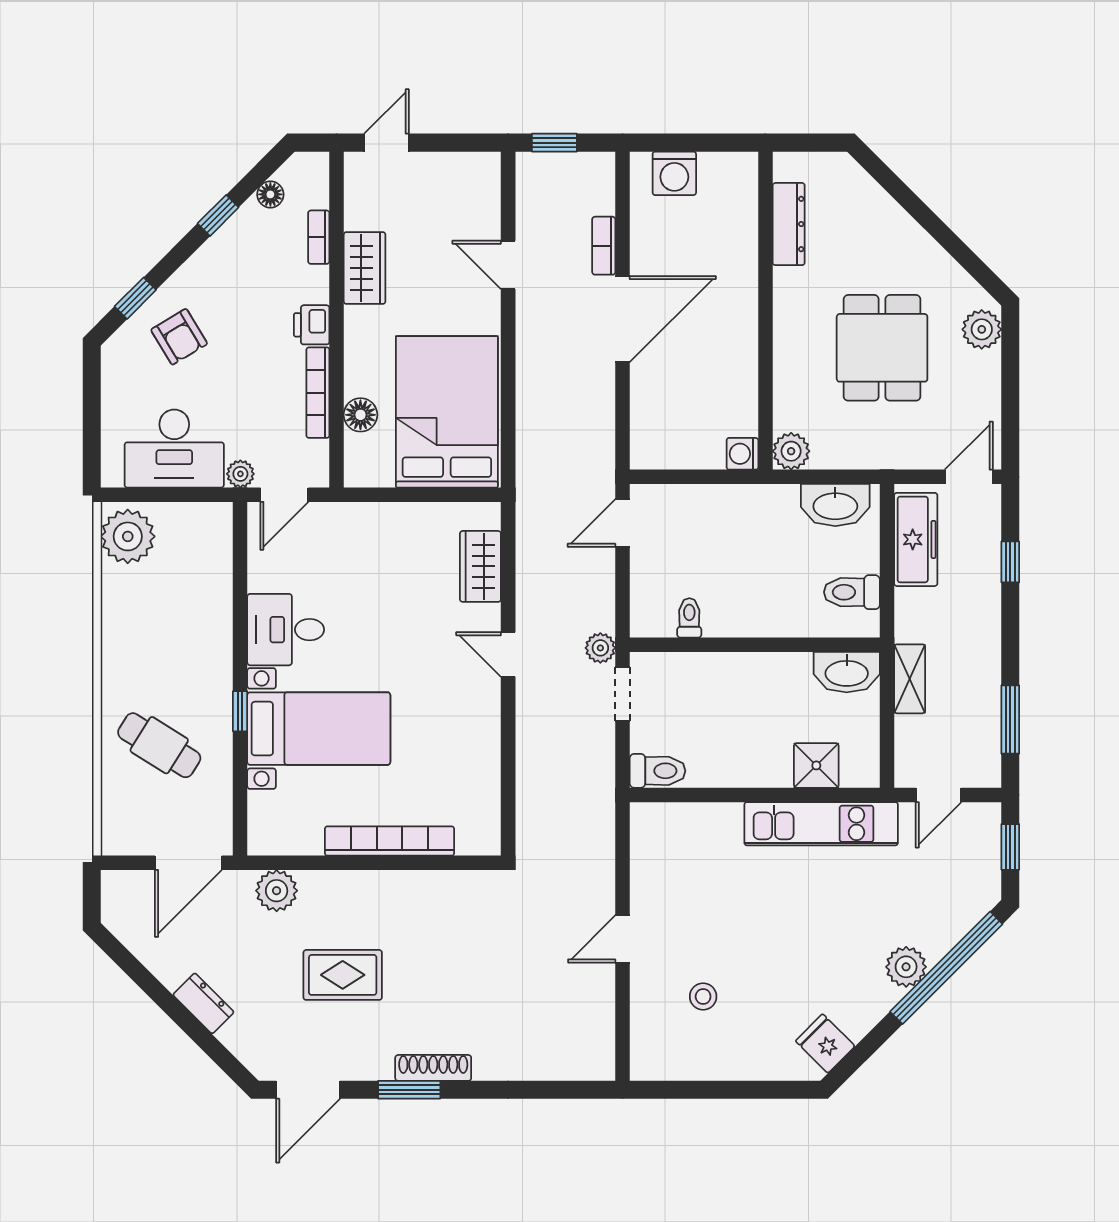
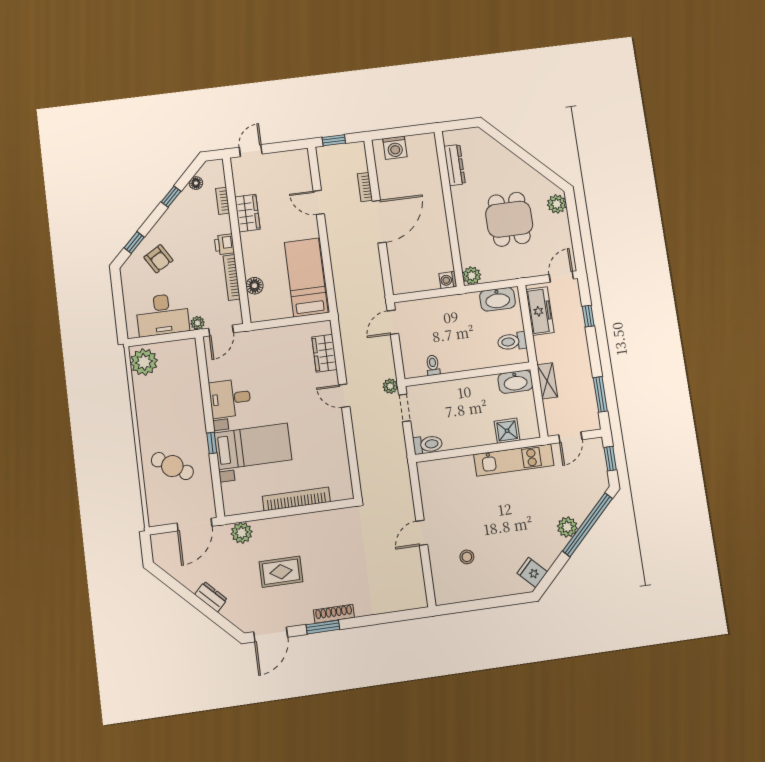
bed: (447, 412) -> (306, 277), width x0.67

